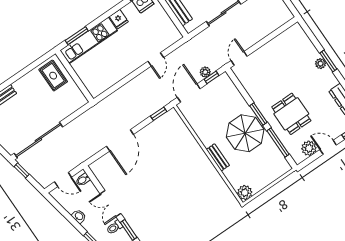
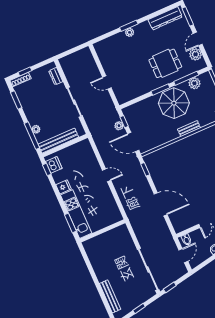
door: (239, 58) -> (107, 82), moved
door: (156, 59) -> (107, 175), moved
rug: (53, 76) -> (99, 248), removed
plant: (274, 154) -> (194, 83), added

